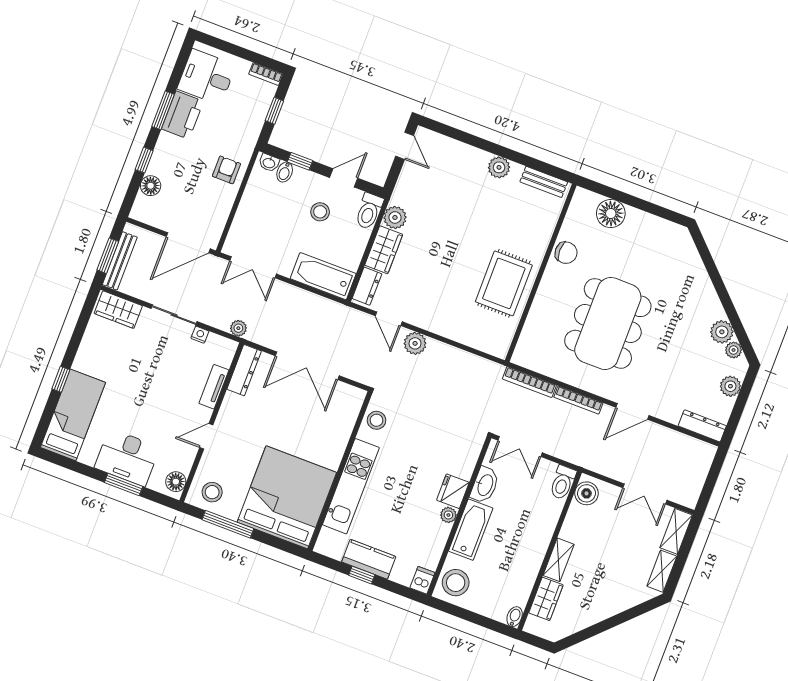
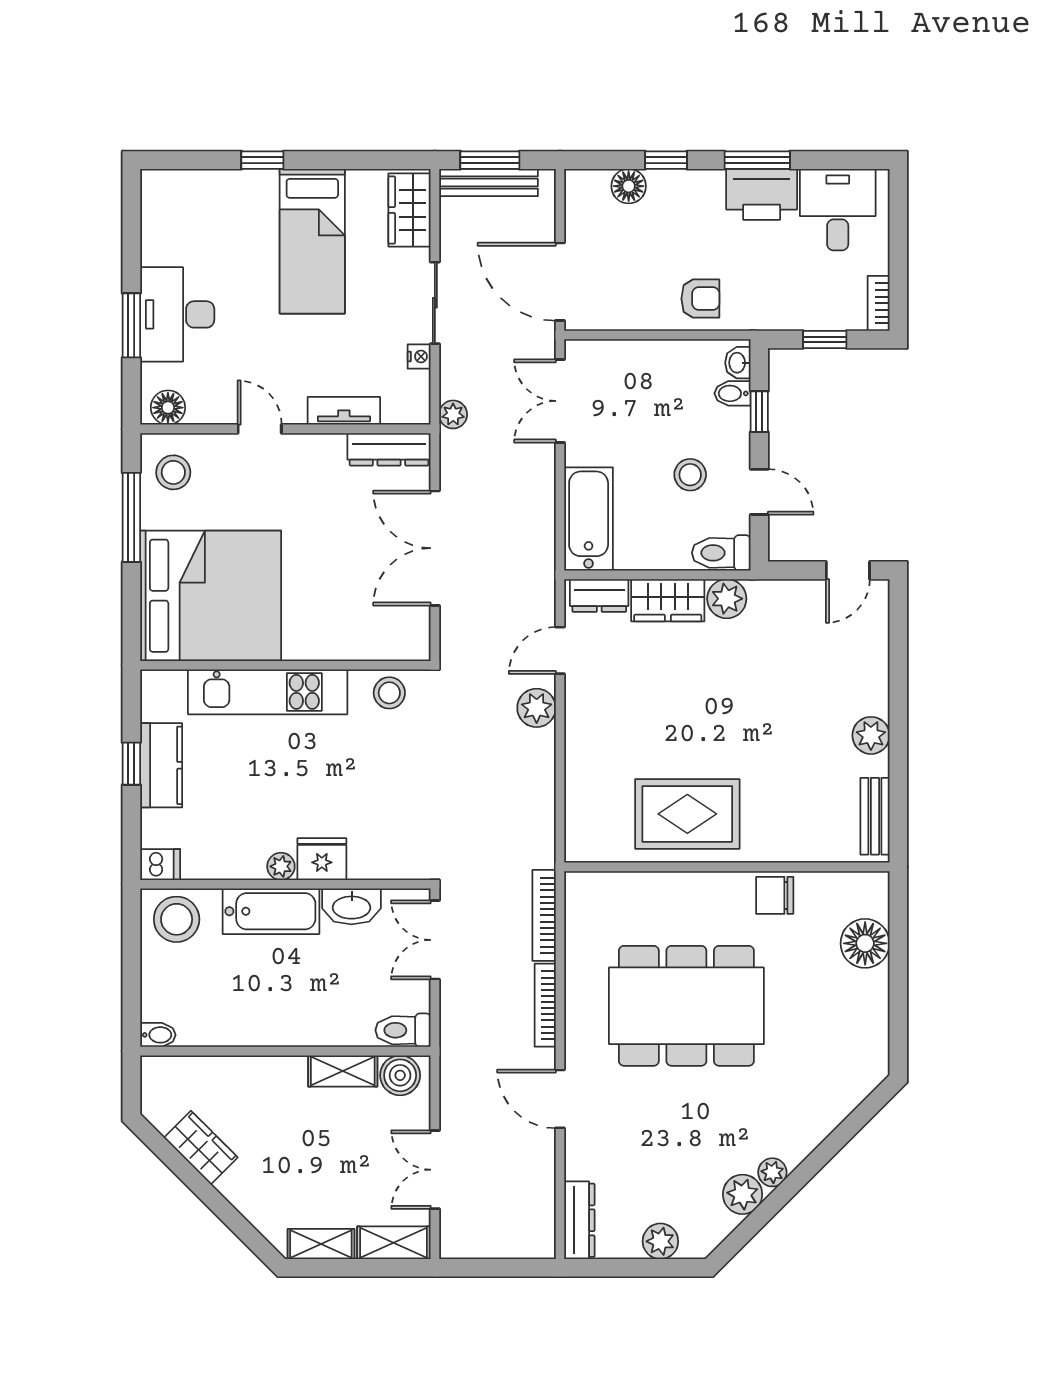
chair: (566, 253) -> (775, 895), turned 90
plant: (734, 350) -> (772, 1172), moved
bed: (73, 415) -> (312, 241), moved, turned 90
shelving: (559, 560) -> (343, 1071), moved
wardrobe: (546, 599) -> (201, 1148), moved, turned -135

